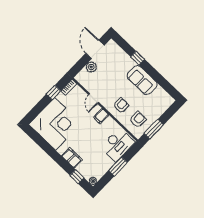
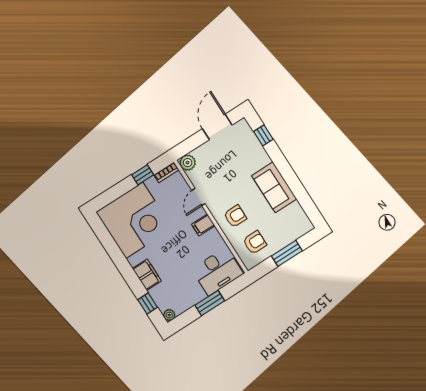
window: (138, 58) -> (263, 135), moved
plant: (91, 67) -> (188, 163), moved
window: (154, 129) -> (287, 253), moved

